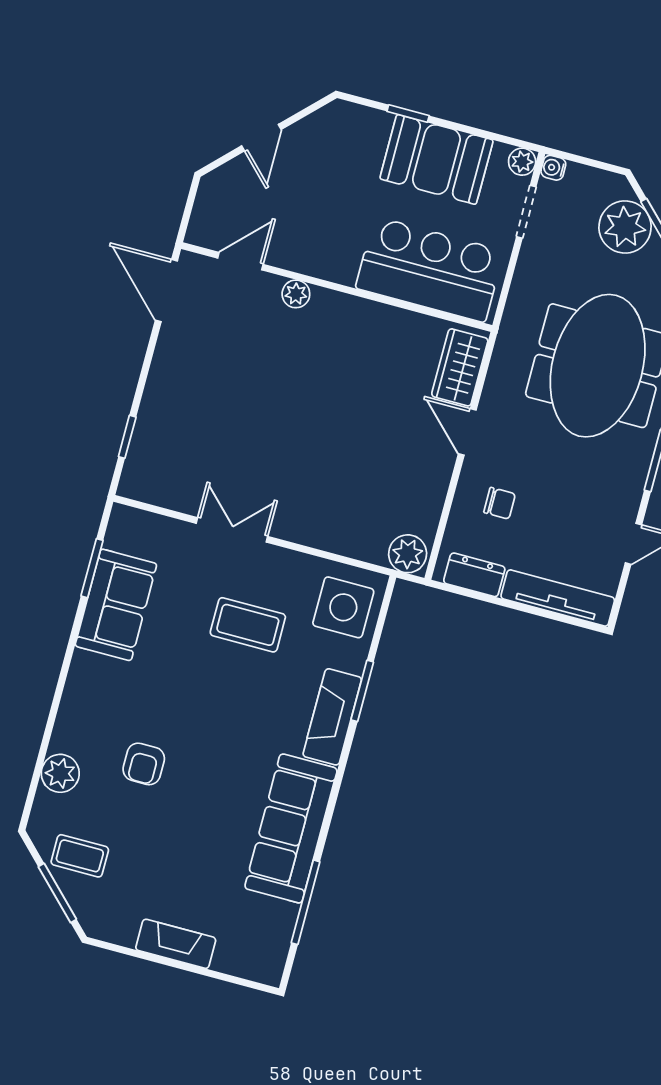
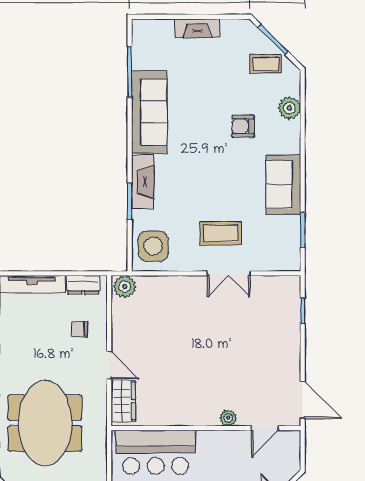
sofa: (116, 605) -> (283, 185), moved
coffee table: (248, 625) -> (221, 233), moved
armchair: (144, 764) -> (243, 126), turned -90

